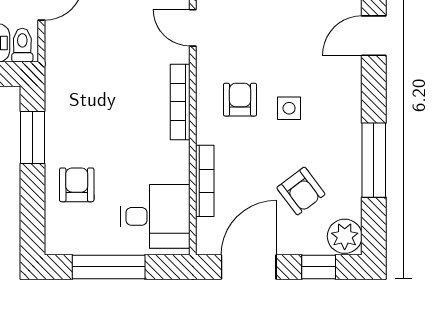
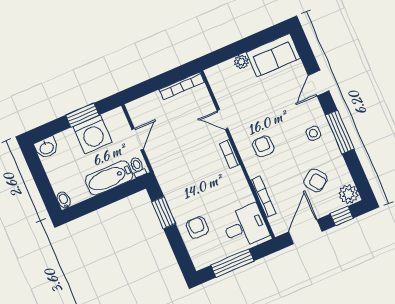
bookcase: (180, 102) -> (230, 154), width x0.64
side table: (289, 108) -> (313, 133), moved
window: (374, 160) -> (340, 132), moved

